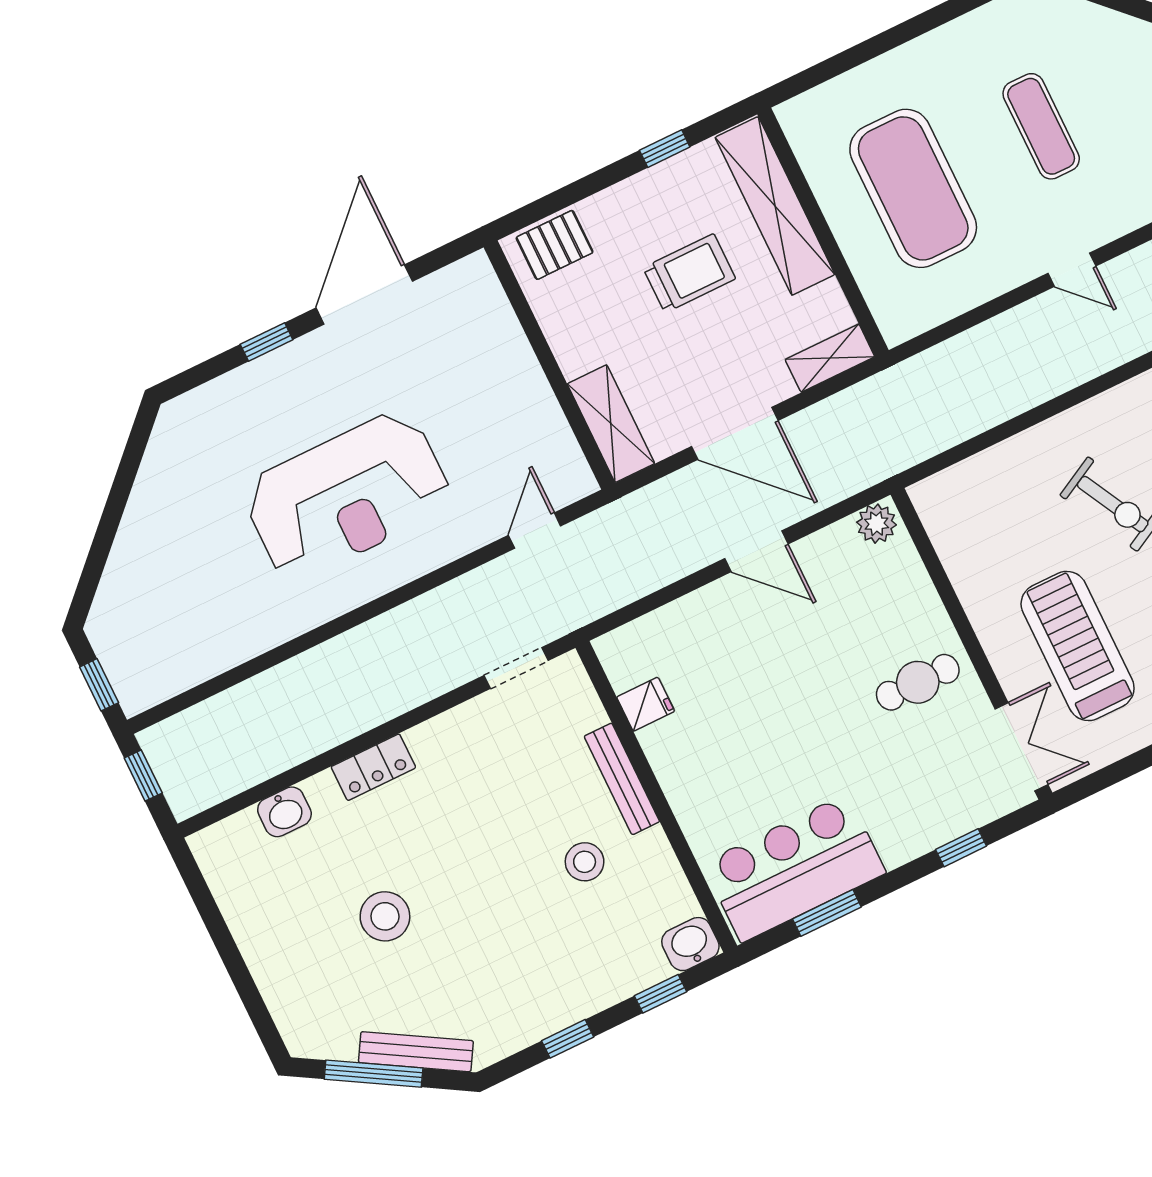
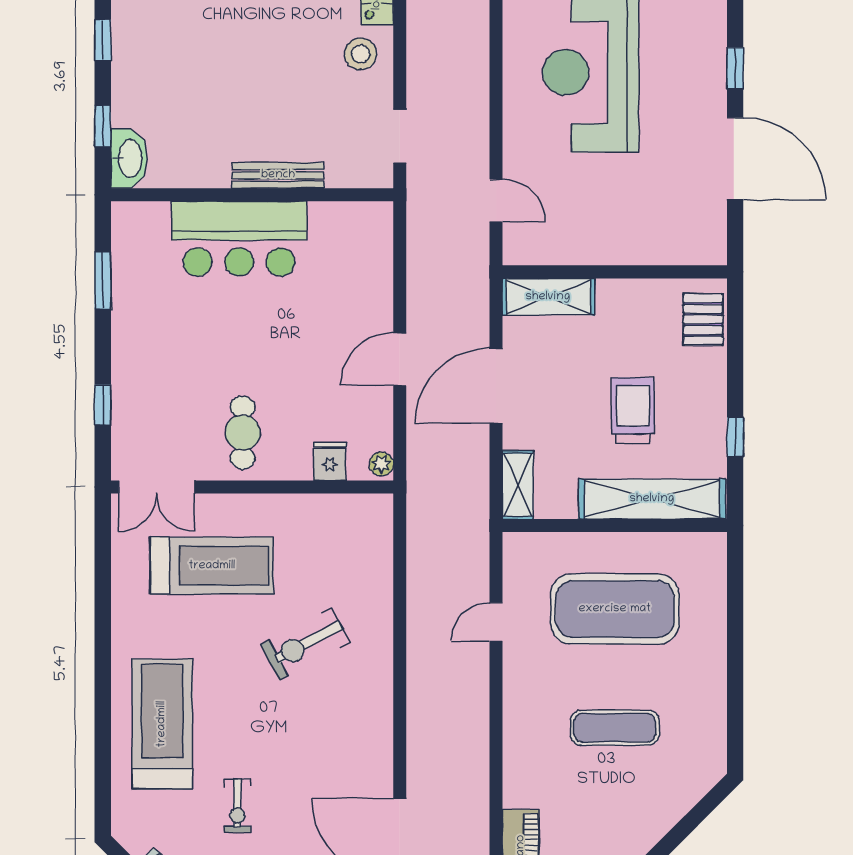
door: (1072, 270) -> (496, 622), moved
trolley: (689, 273) -> (633, 410), turned 180
plant: (877, 524) -> (381, 464), width x0.73, depth x0.73
fridge: (646, 704) -> (330, 461), moved, turned 180
stool: (585, 862) -> (360, 54), moved
bar counter: (794, 868) -> (239, 239), moved, turned 90
washbasin: (690, 944) -> (129, 158), width x1.38

